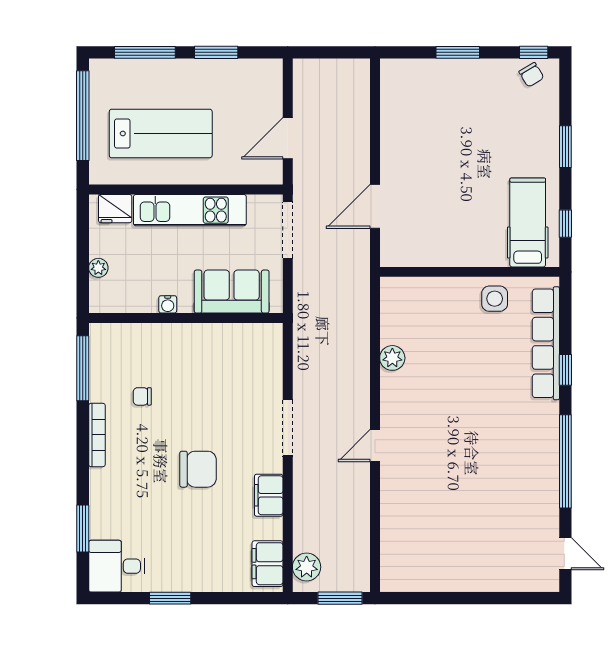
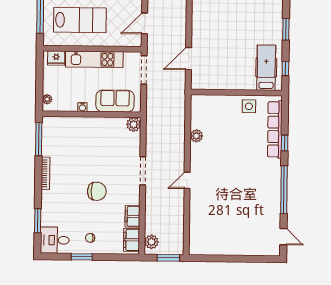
plant: (98, 268) -> (47, 99), moved
plant: (269, 337) -> (134, 124), added
chair: (142, 396) -> (90, 238), moved
filing cabinet: (269, 495) -> (132, 216), moved

